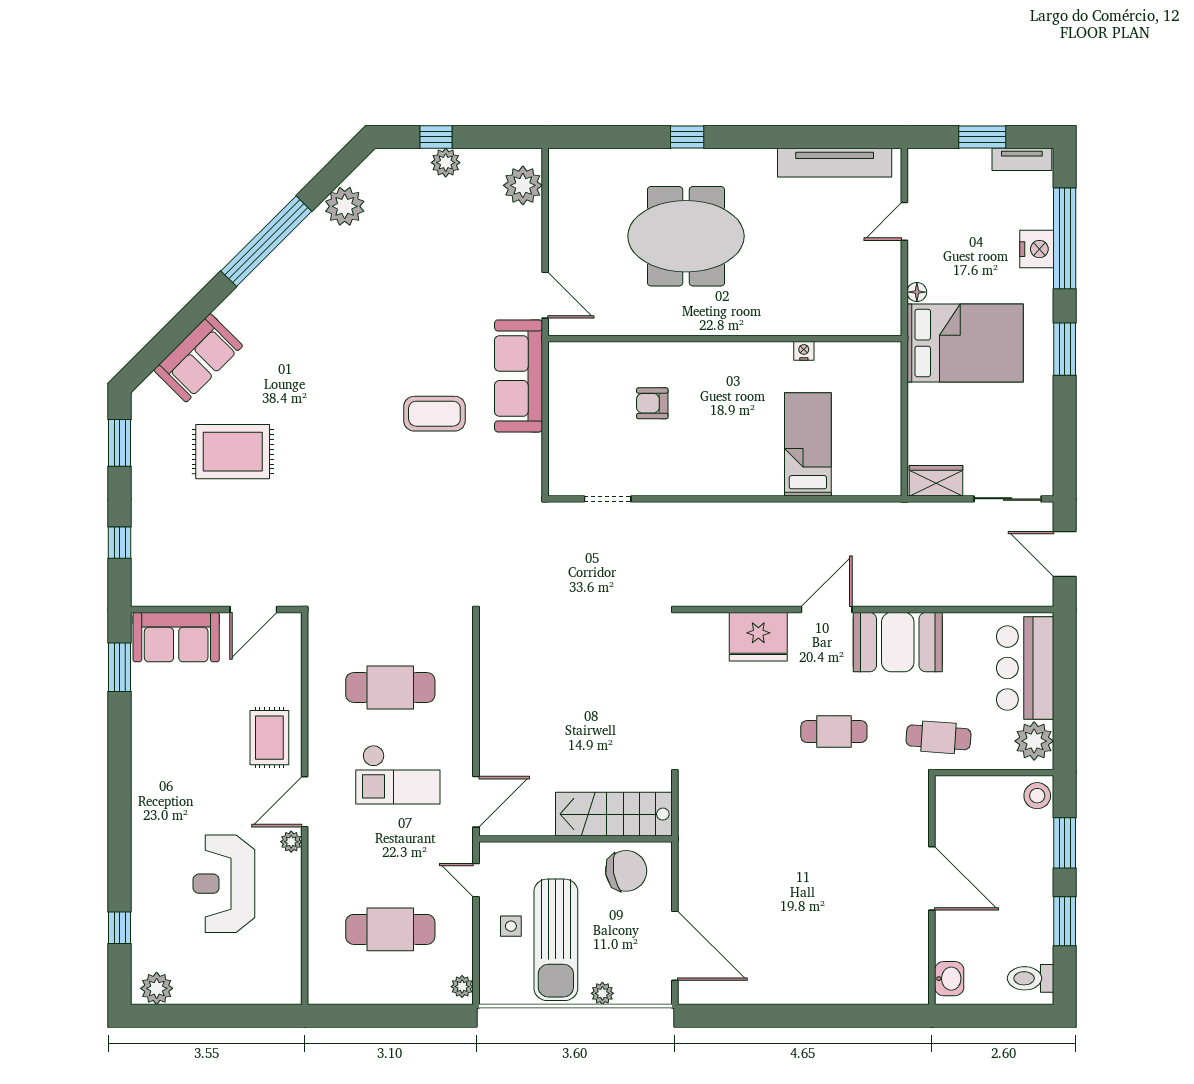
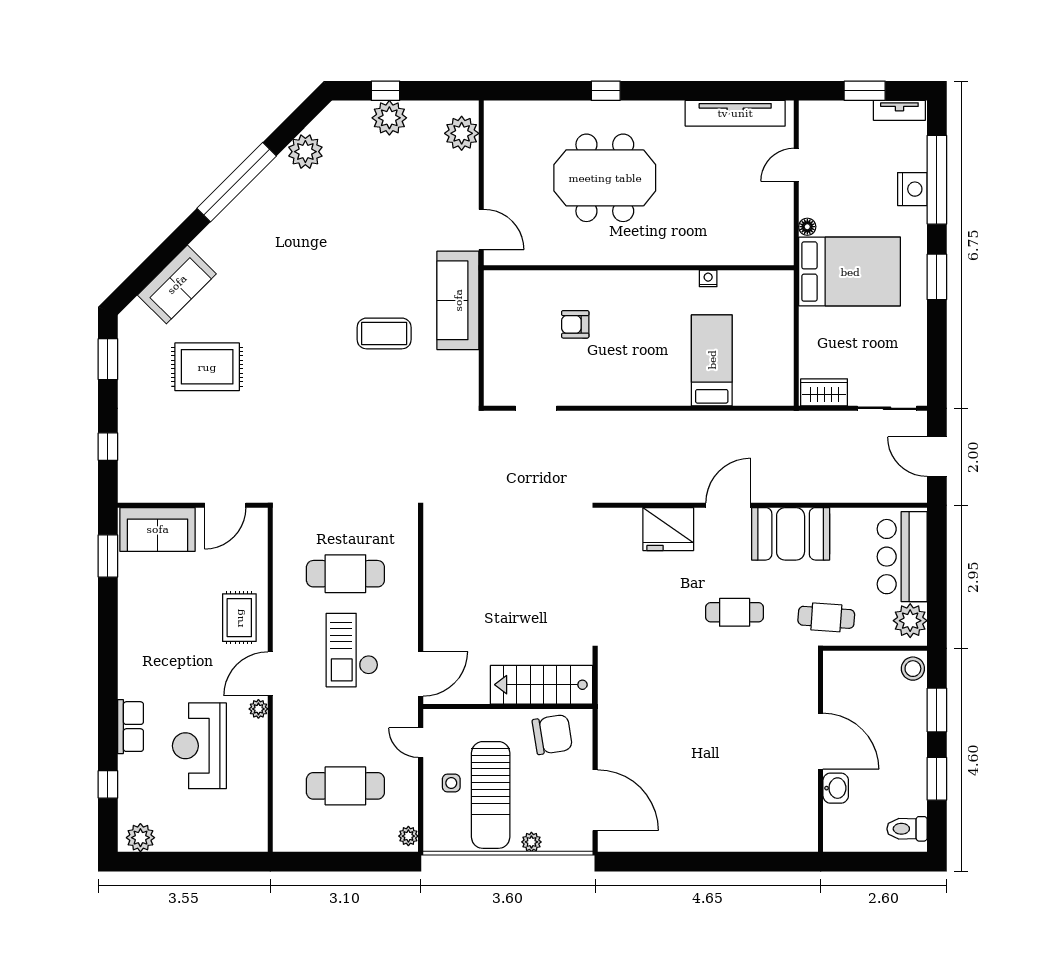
plant: (446, 163) -> (389, 118), width x1.36, depth x1.36
checkout: (398, 775) -> (352, 650), turned 90
row of seats: (145, 862) -> (130, 727), added
washbasin: (949, 979) -> (836, 788), moved

